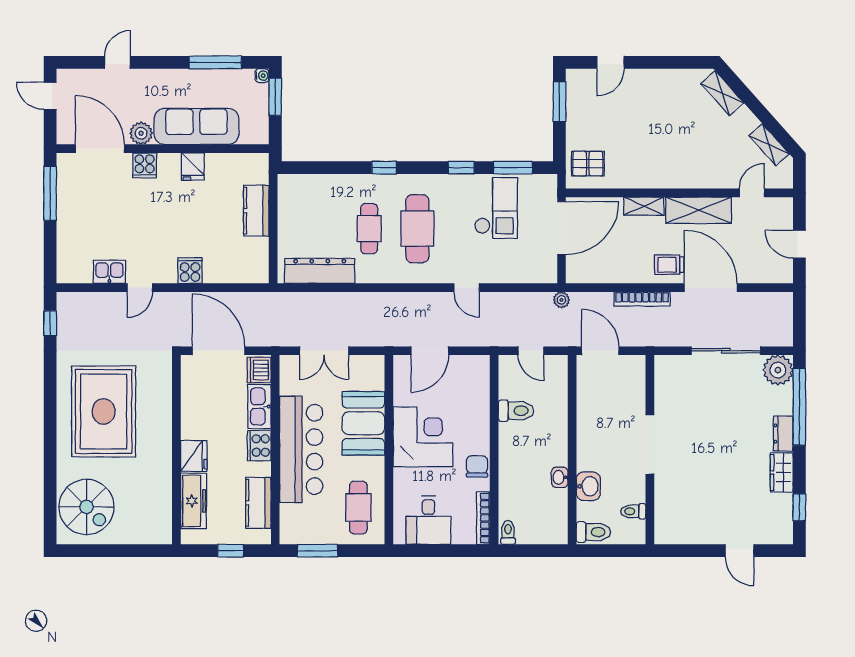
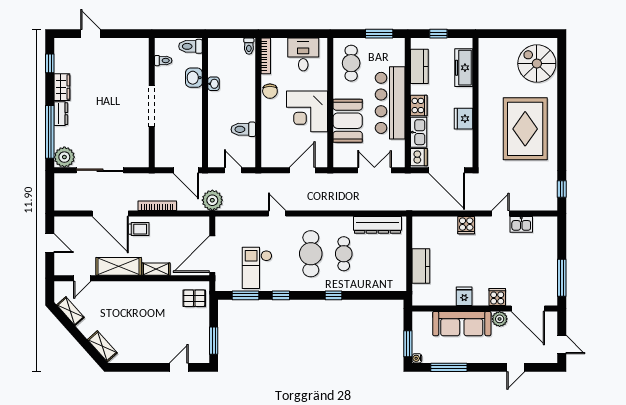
plant: (561, 300) -> (212, 200), width x1.88, depth x1.88
fridge: (194, 456) -> (464, 119), moved

